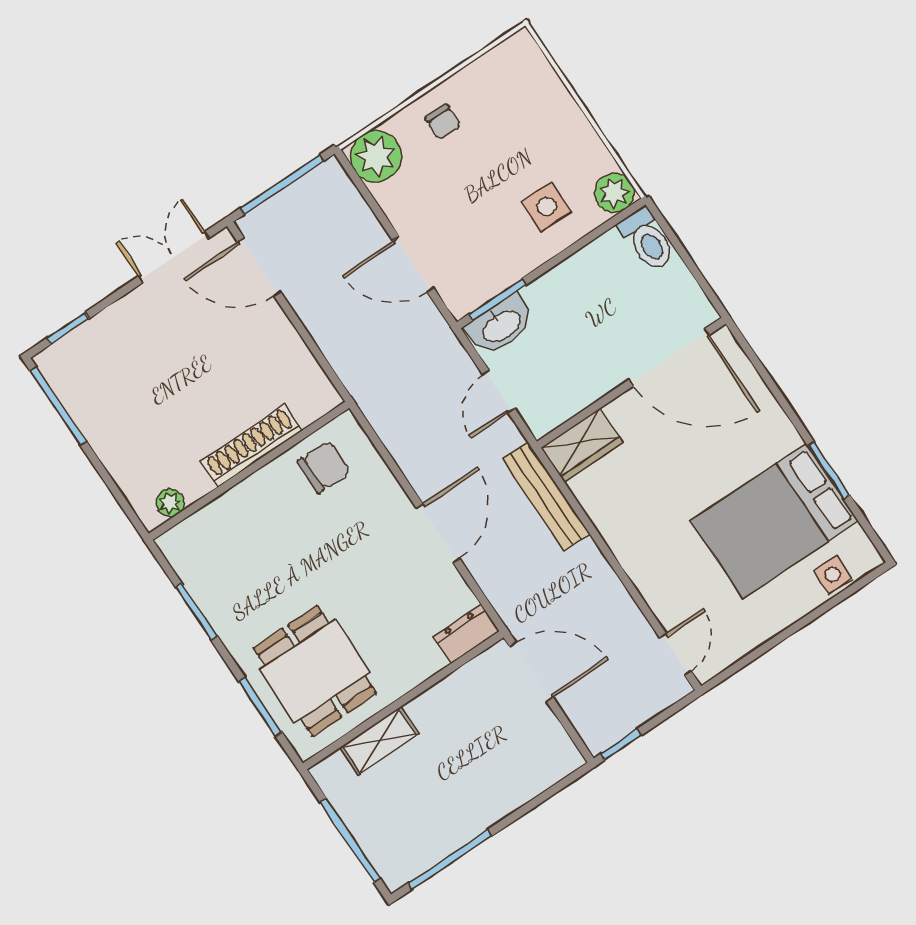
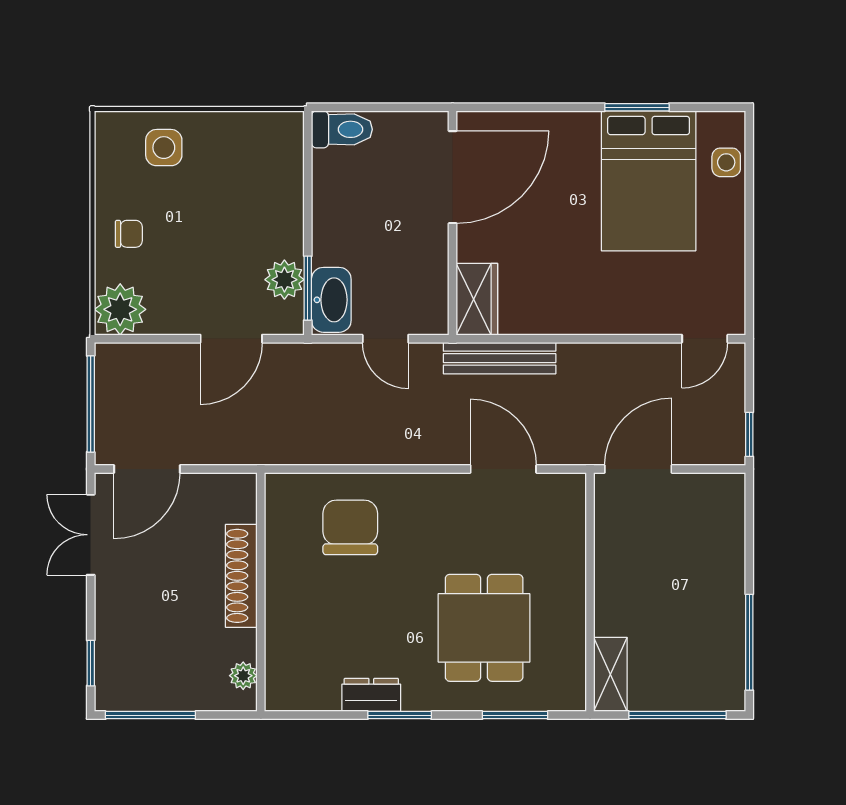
plant: (614, 193) -> (284, 280), moved
side table: (546, 207) -> (164, 148), moved
shoe rack: (251, 446) -> (241, 576), moved
chair: (324, 467) -> (350, 527), width x1.37, depth x1.37
wall: (249, 471) -> (261, 592), moved
plant: (170, 503) -> (243, 676), moved
door: (438, 533) -> (503, 469), moved
dresser: (466, 634) -> (371, 695), moved, turned 90
door: (675, 655) -> (705, 339), swing flipped
dining table: (315, 671) -> (484, 628), moved, turned 90
shelving: (379, 741) -> (610, 674), moved

